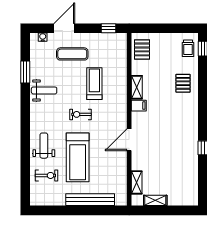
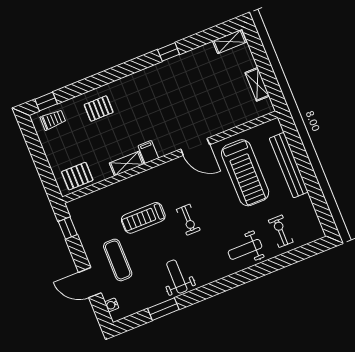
treadmill: (78, 157) -> (245, 173), moved, turned 90
shelving: (137, 182) -> (230, 42), moved

